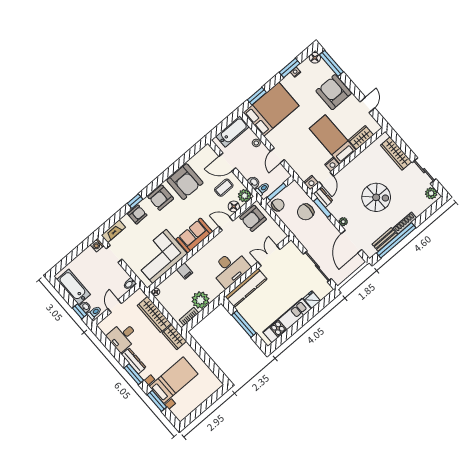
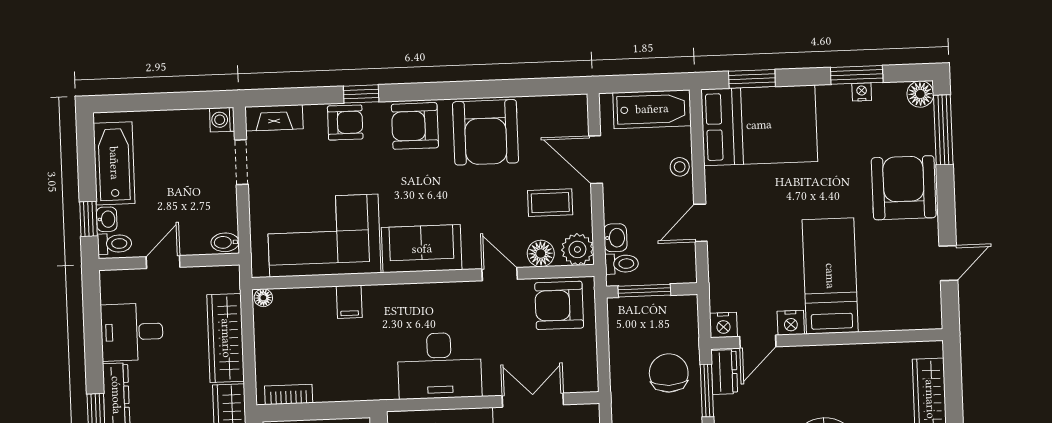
wardrobe: (361, 138) -> (887, 316), removed
chair: (278, 205) -> (627, 317), removed
chair: (306, 212) -> (669, 373), turned 90
plant: (200, 300) -> (335, 381), removed

